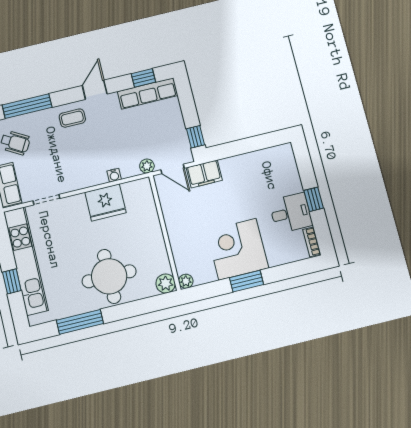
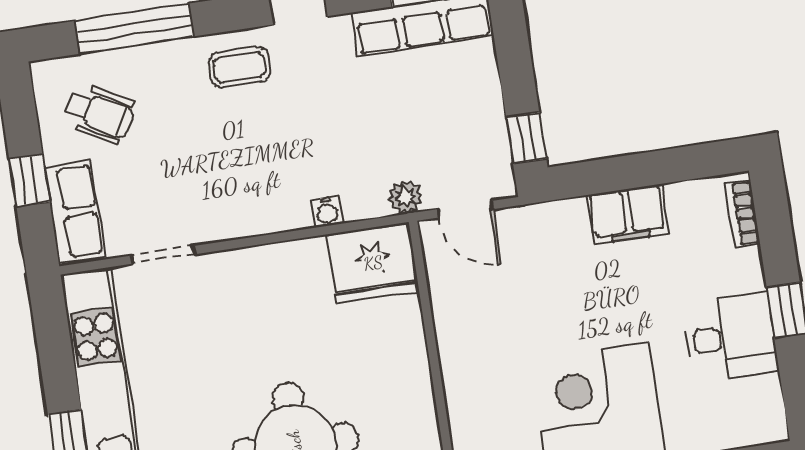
filing cabinet: (204, 174) -> (628, 214), moved
fridge: (105, 202) -> (373, 263), moved
bookcase: (312, 242) -> (742, 214), moved

